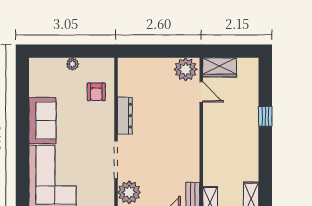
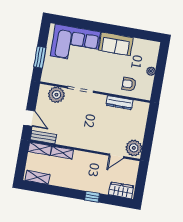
wardrobe: (220, 67) -> (121, 190), moved, turned 90
dresser: (125, 116) -> (120, 103), moved
shelving: (210, 170) -> (62, 153), added

